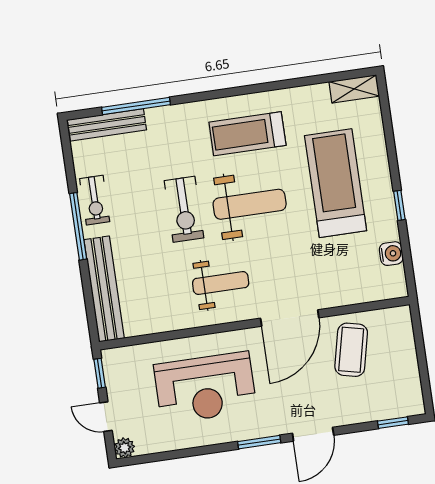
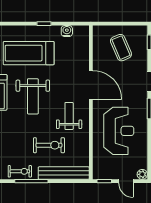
weight bench: (250, 204) -> (33, 96), turned 180
exercise bike: (184, 209) -> (49, 145), moved
coffee table: (351, 350) -> (121, 48), moved, turned 54
door: (106, 417) -> (126, 181), hinge flipped

